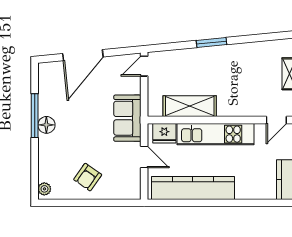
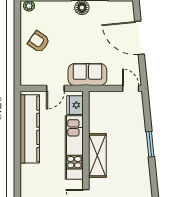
shelving: (190, 106) -> (97, 156), moved

